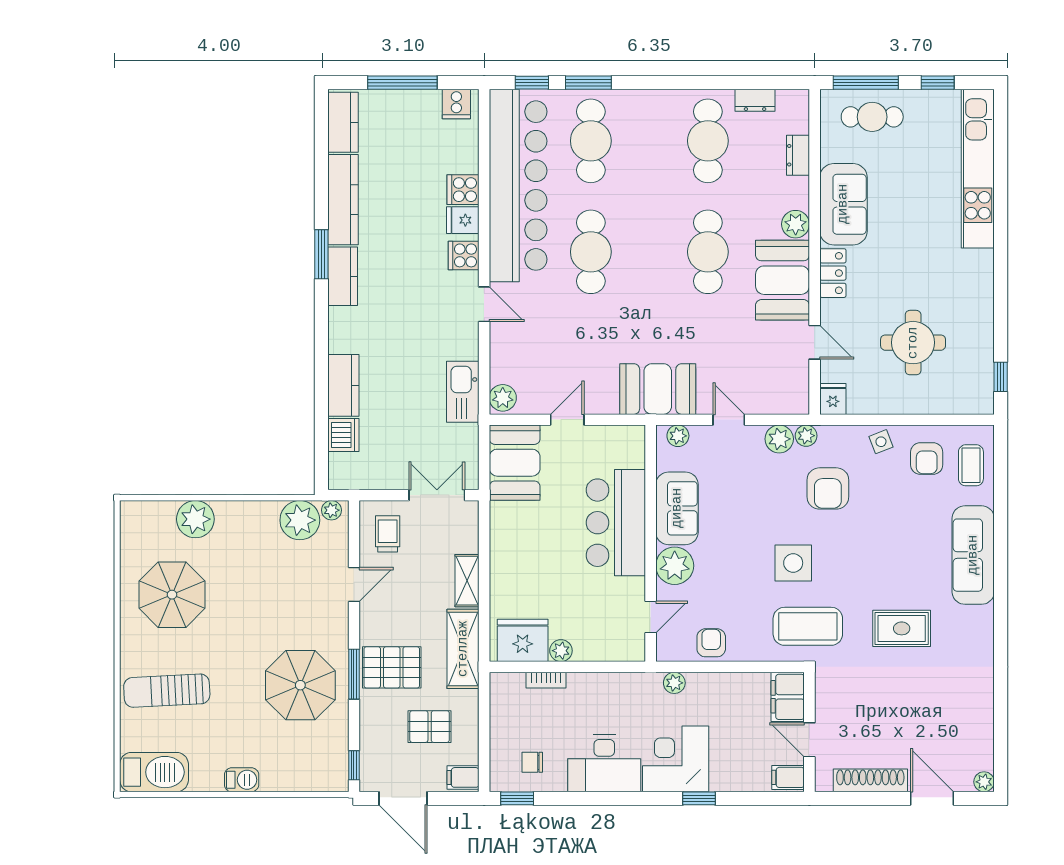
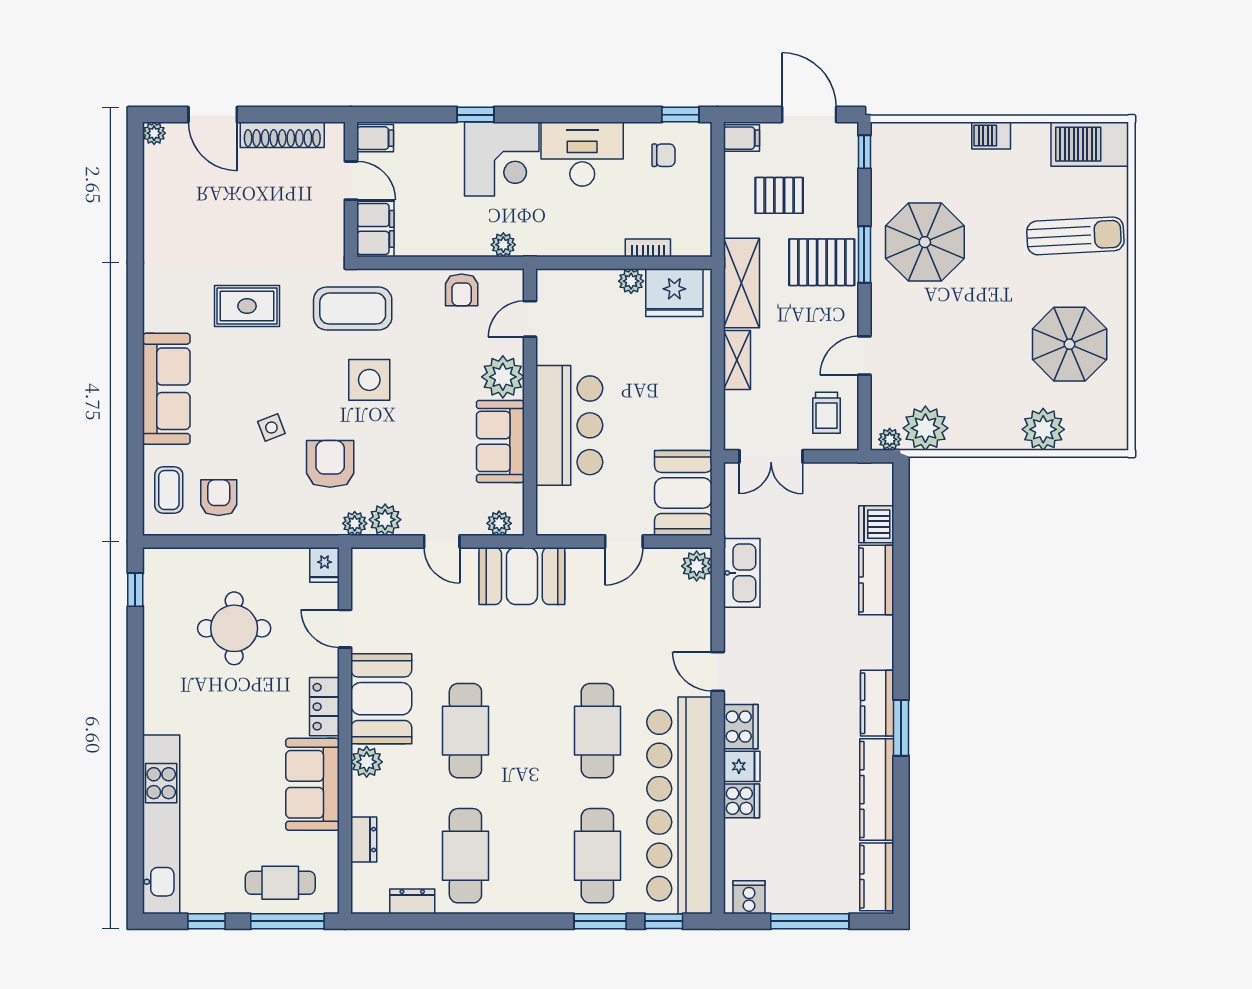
cooker: (464, 255) -> (741, 727), width x1.36
side table: (881, 442) -> (271, 428), moved

